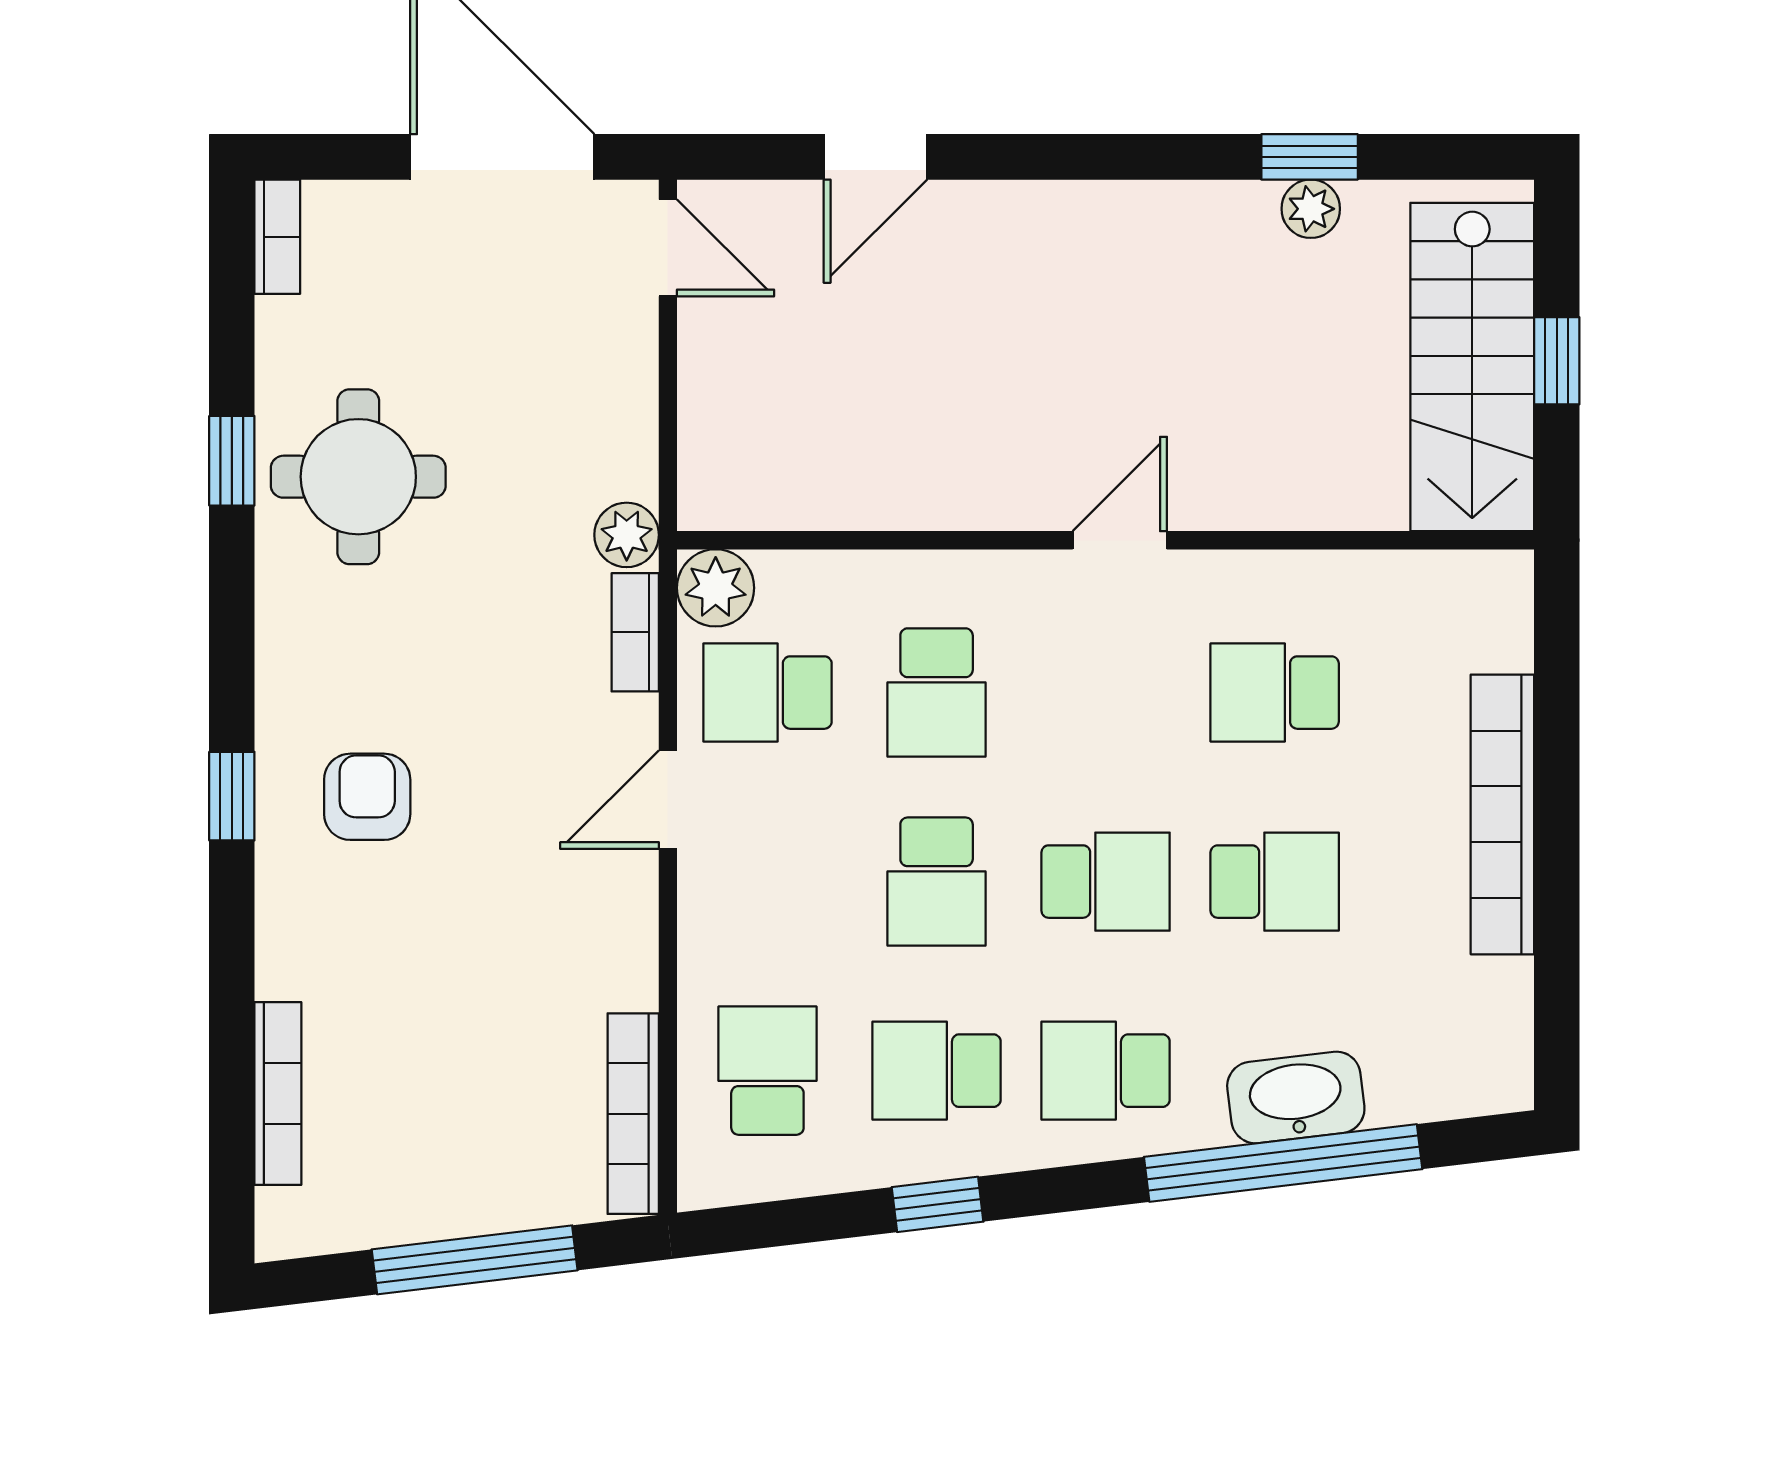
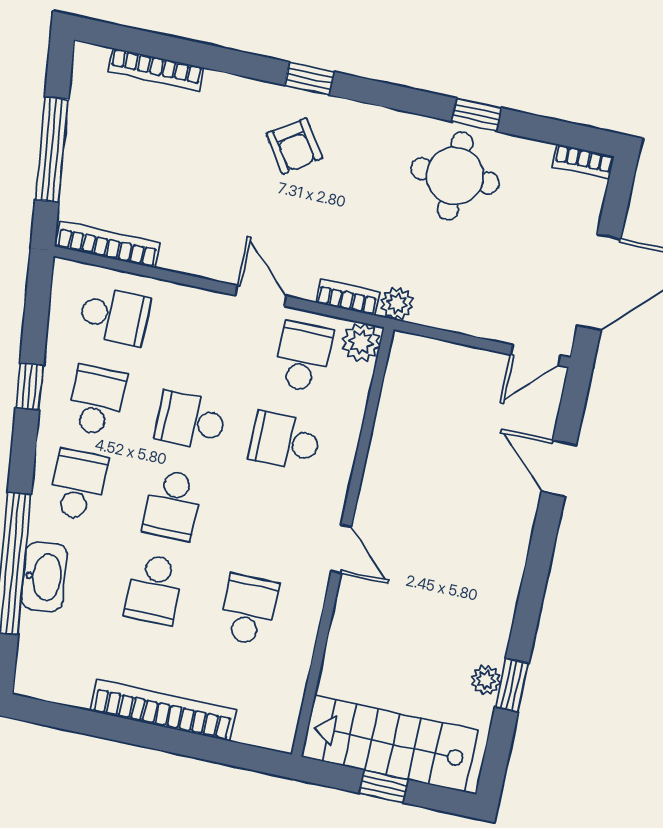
armchair: (367, 797) -> (294, 146), turned 56

